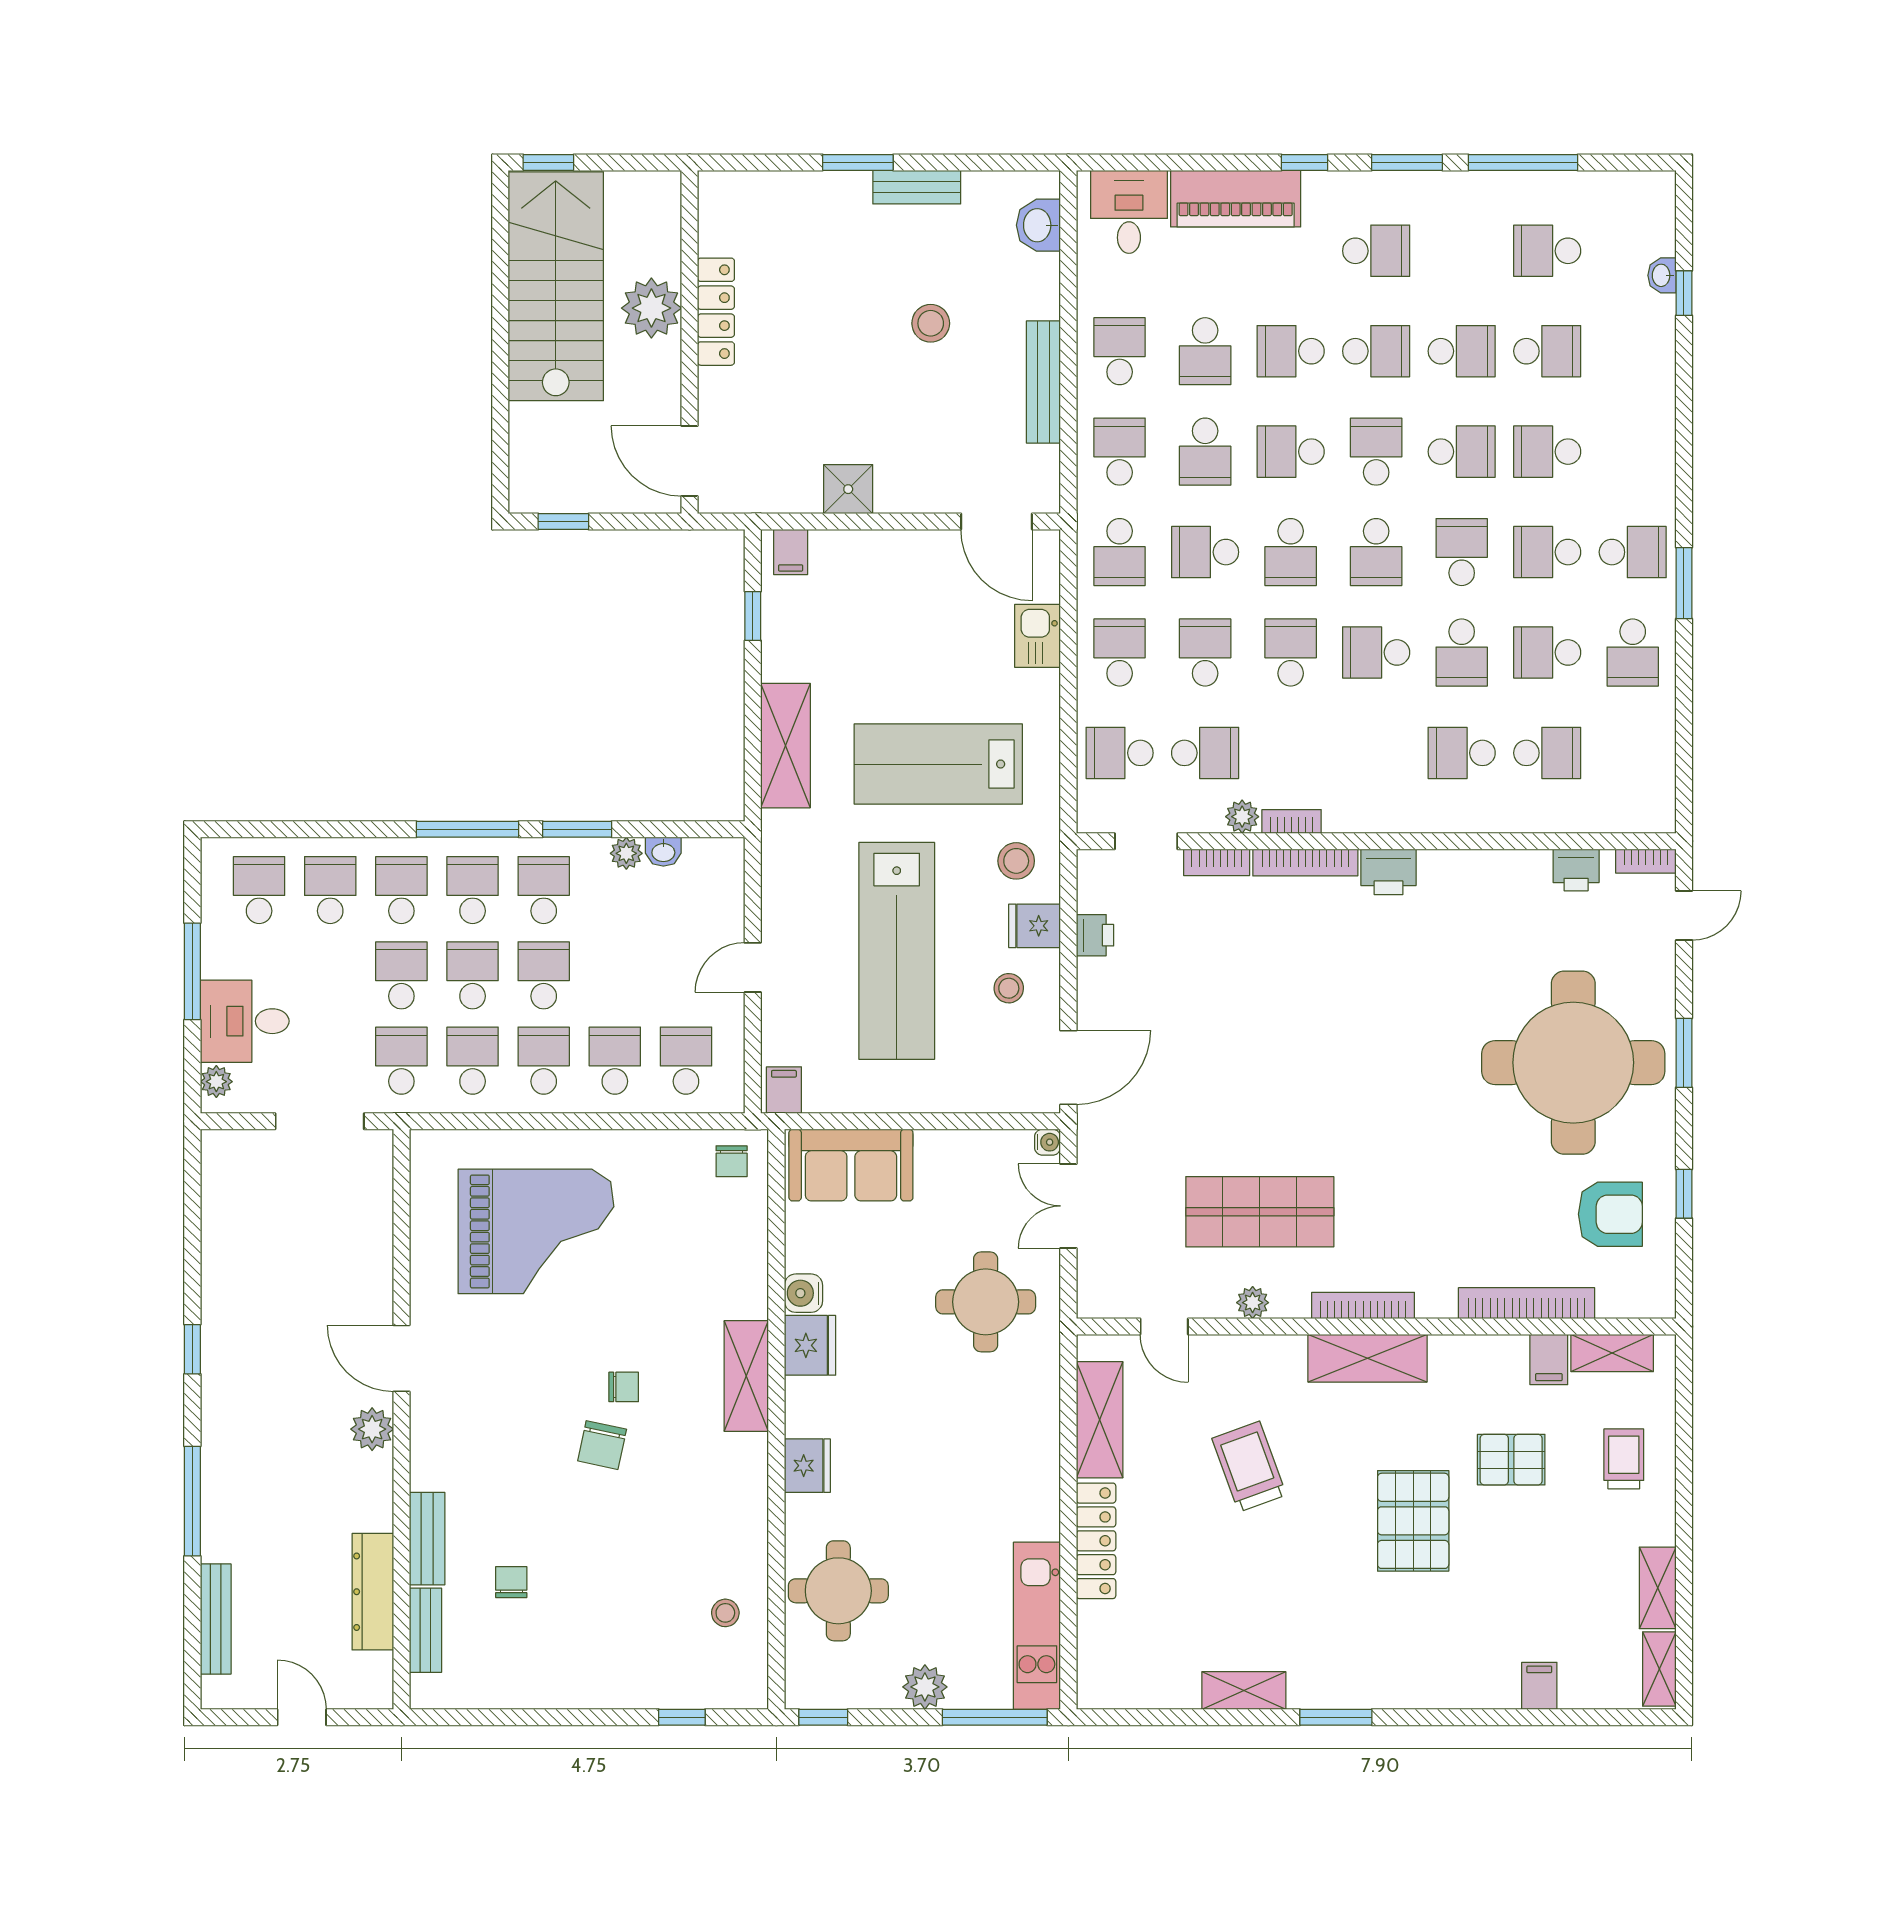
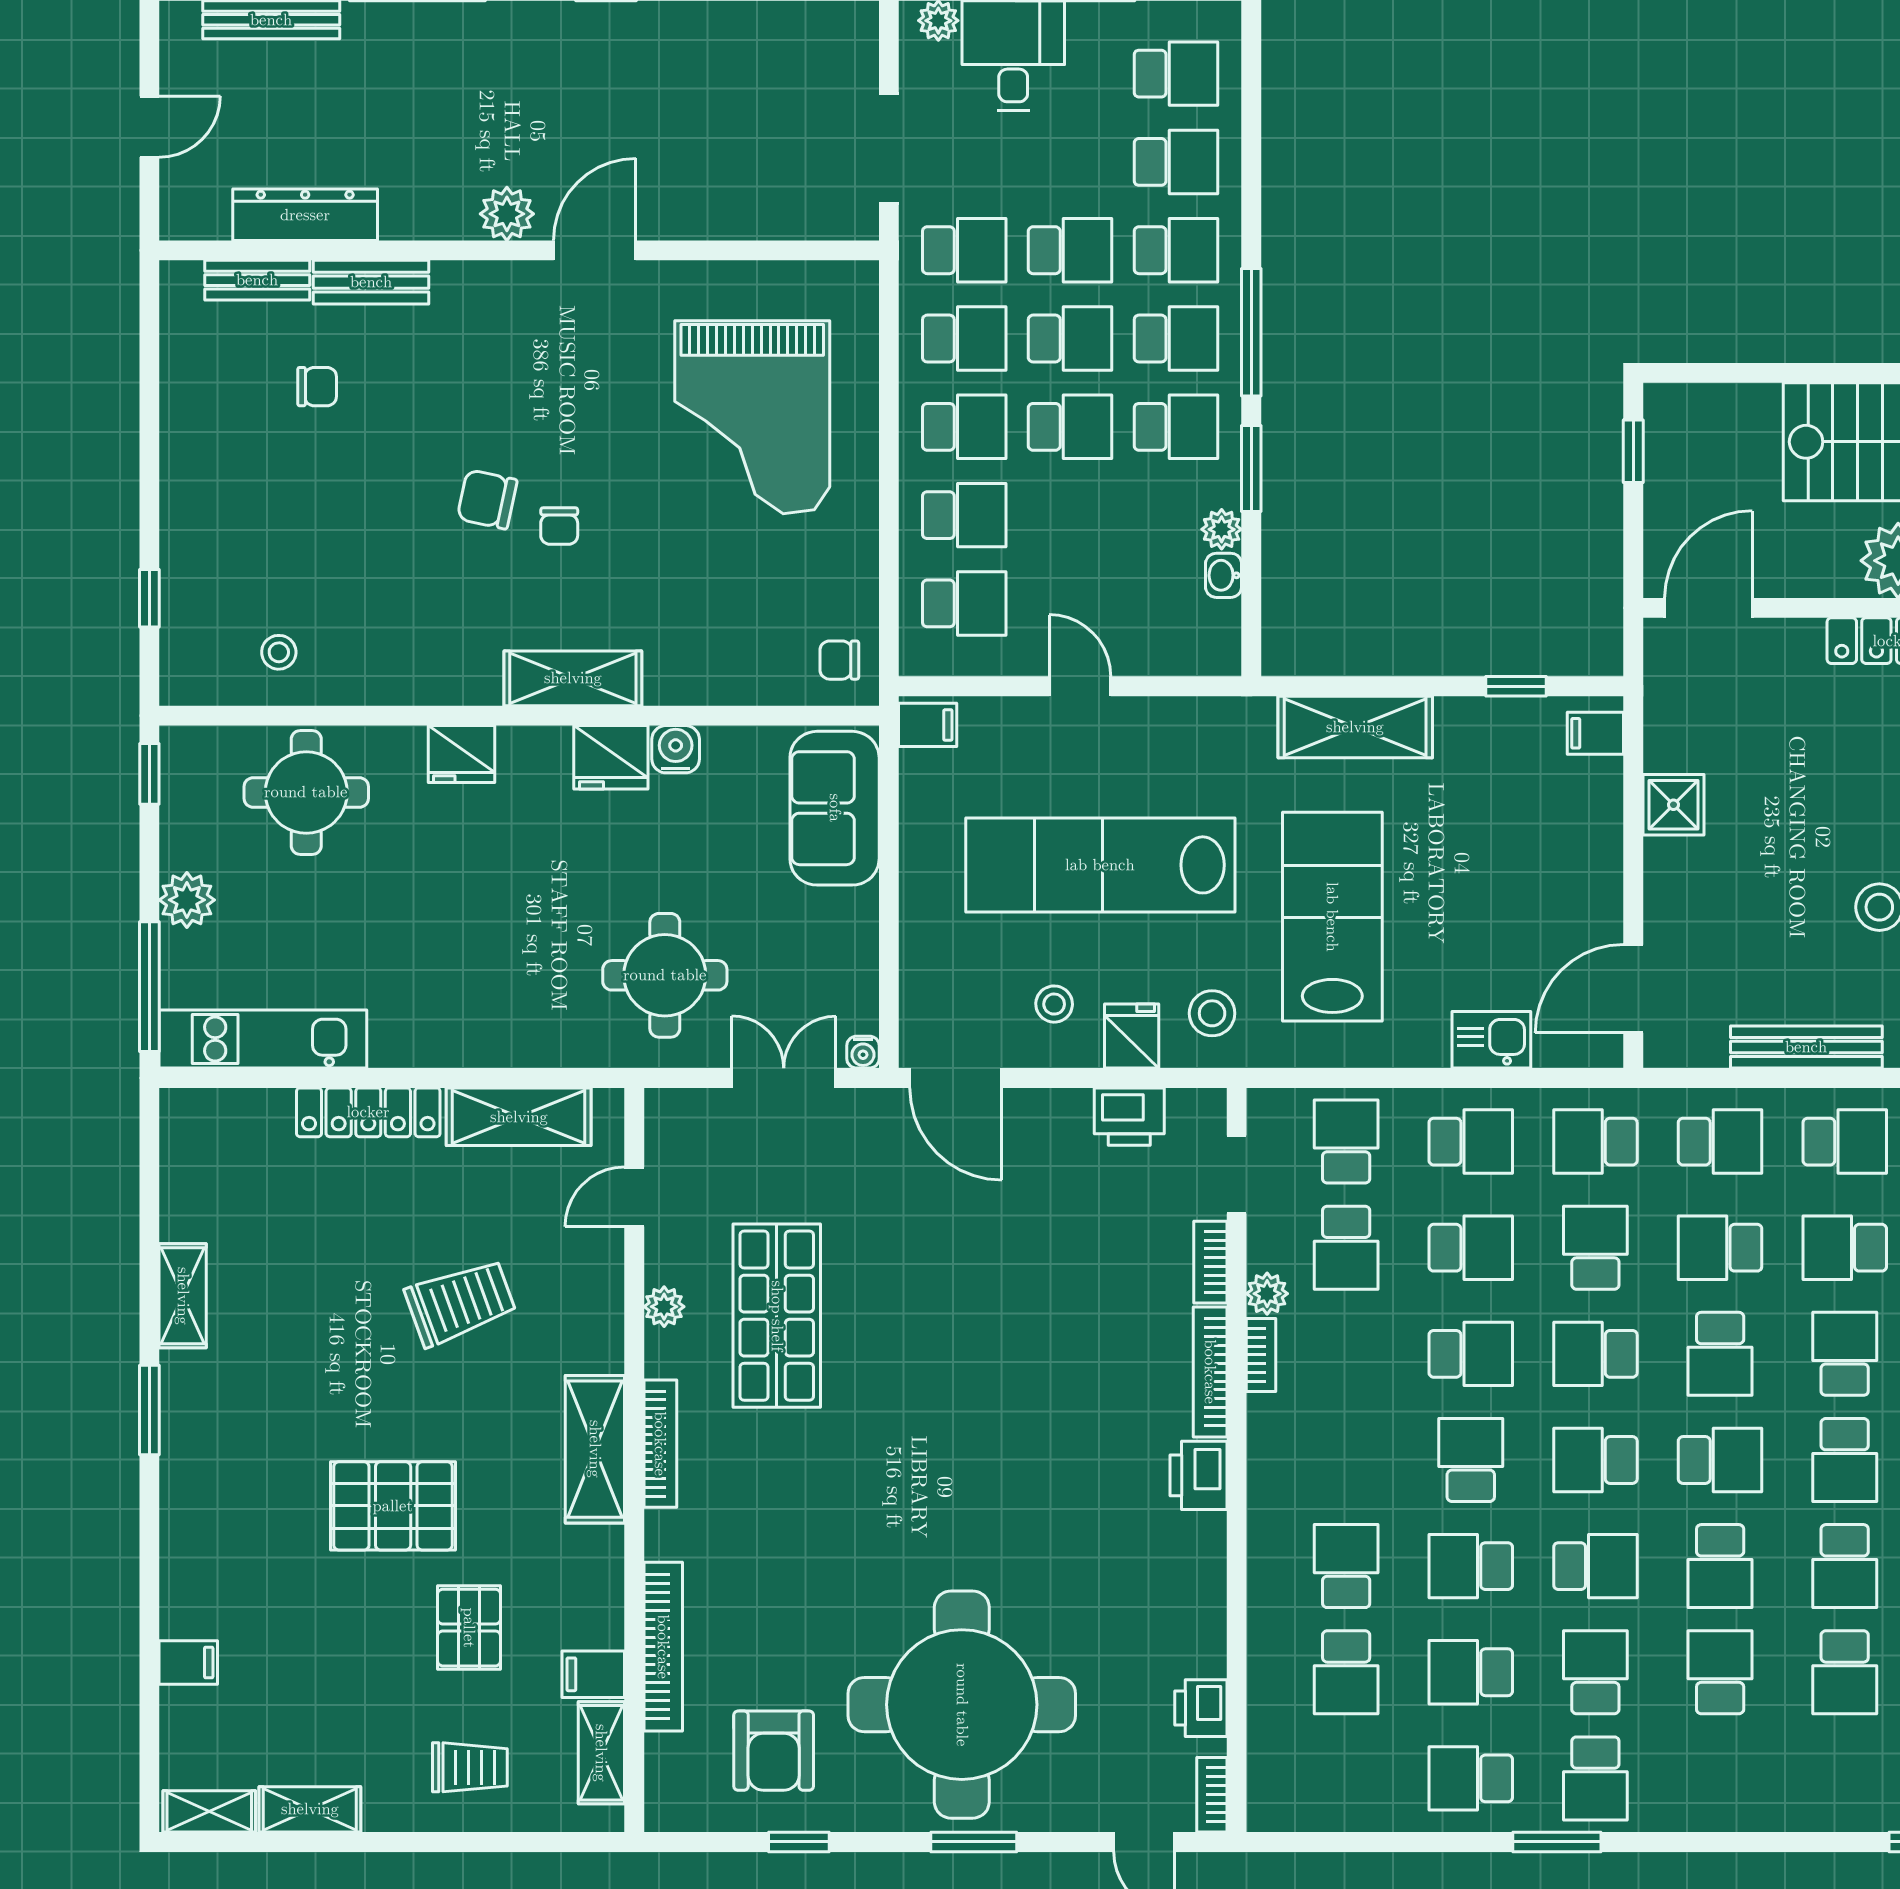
school desk: (1291, 452) -> (1720, 1354), turned 180
school desk: (1547, 652) -> (1471, 1672), turned -90
printer: (1095, 935) -> (1129, 1117), width x1.36, depth x1.24

